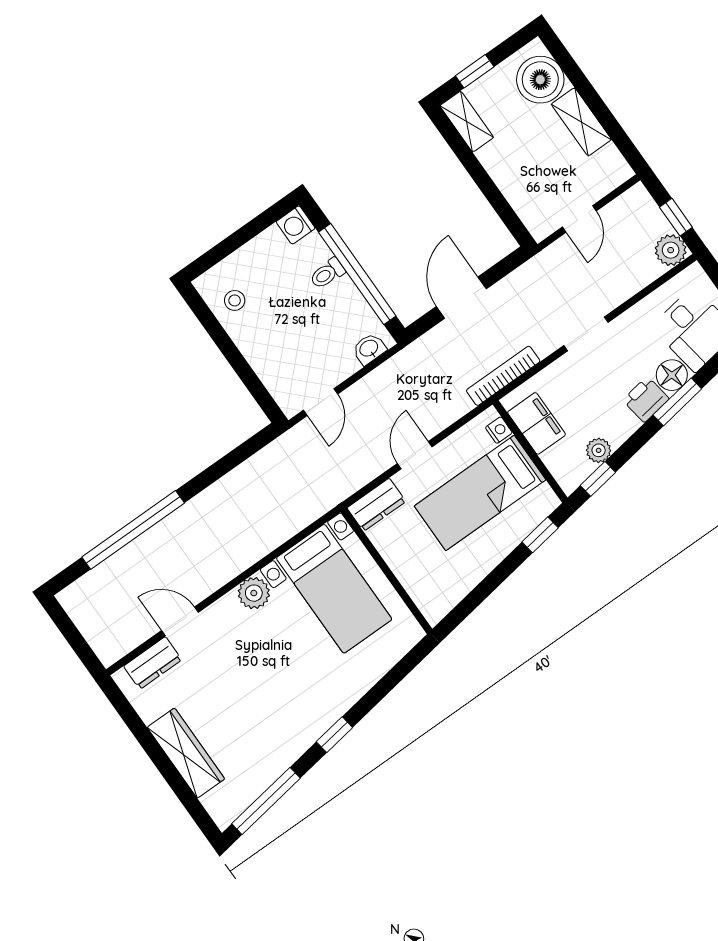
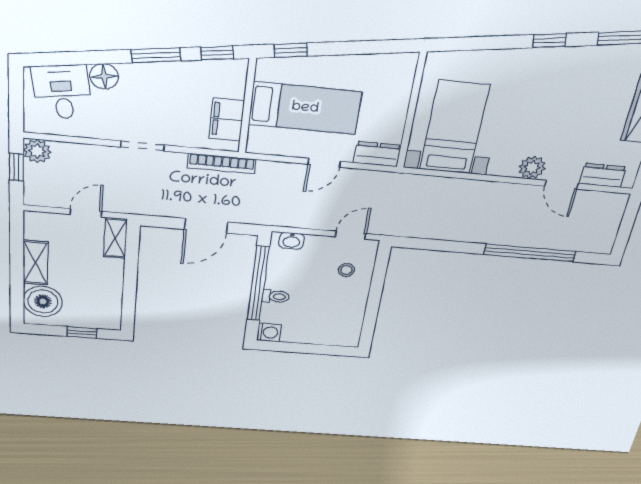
shelving: (467, 122) -> (115, 238), moved
stool: (235, 300) -> (346, 270), moved
printer: (646, 399) -> (137, 76), removed
window: (677, 402) -> (156, 55), moved
nightstand: (499, 430) -> (256, 135), removed
plant: (599, 450) -> (200, 70), removed
plant: (254, 593) -> (532, 168), moved

